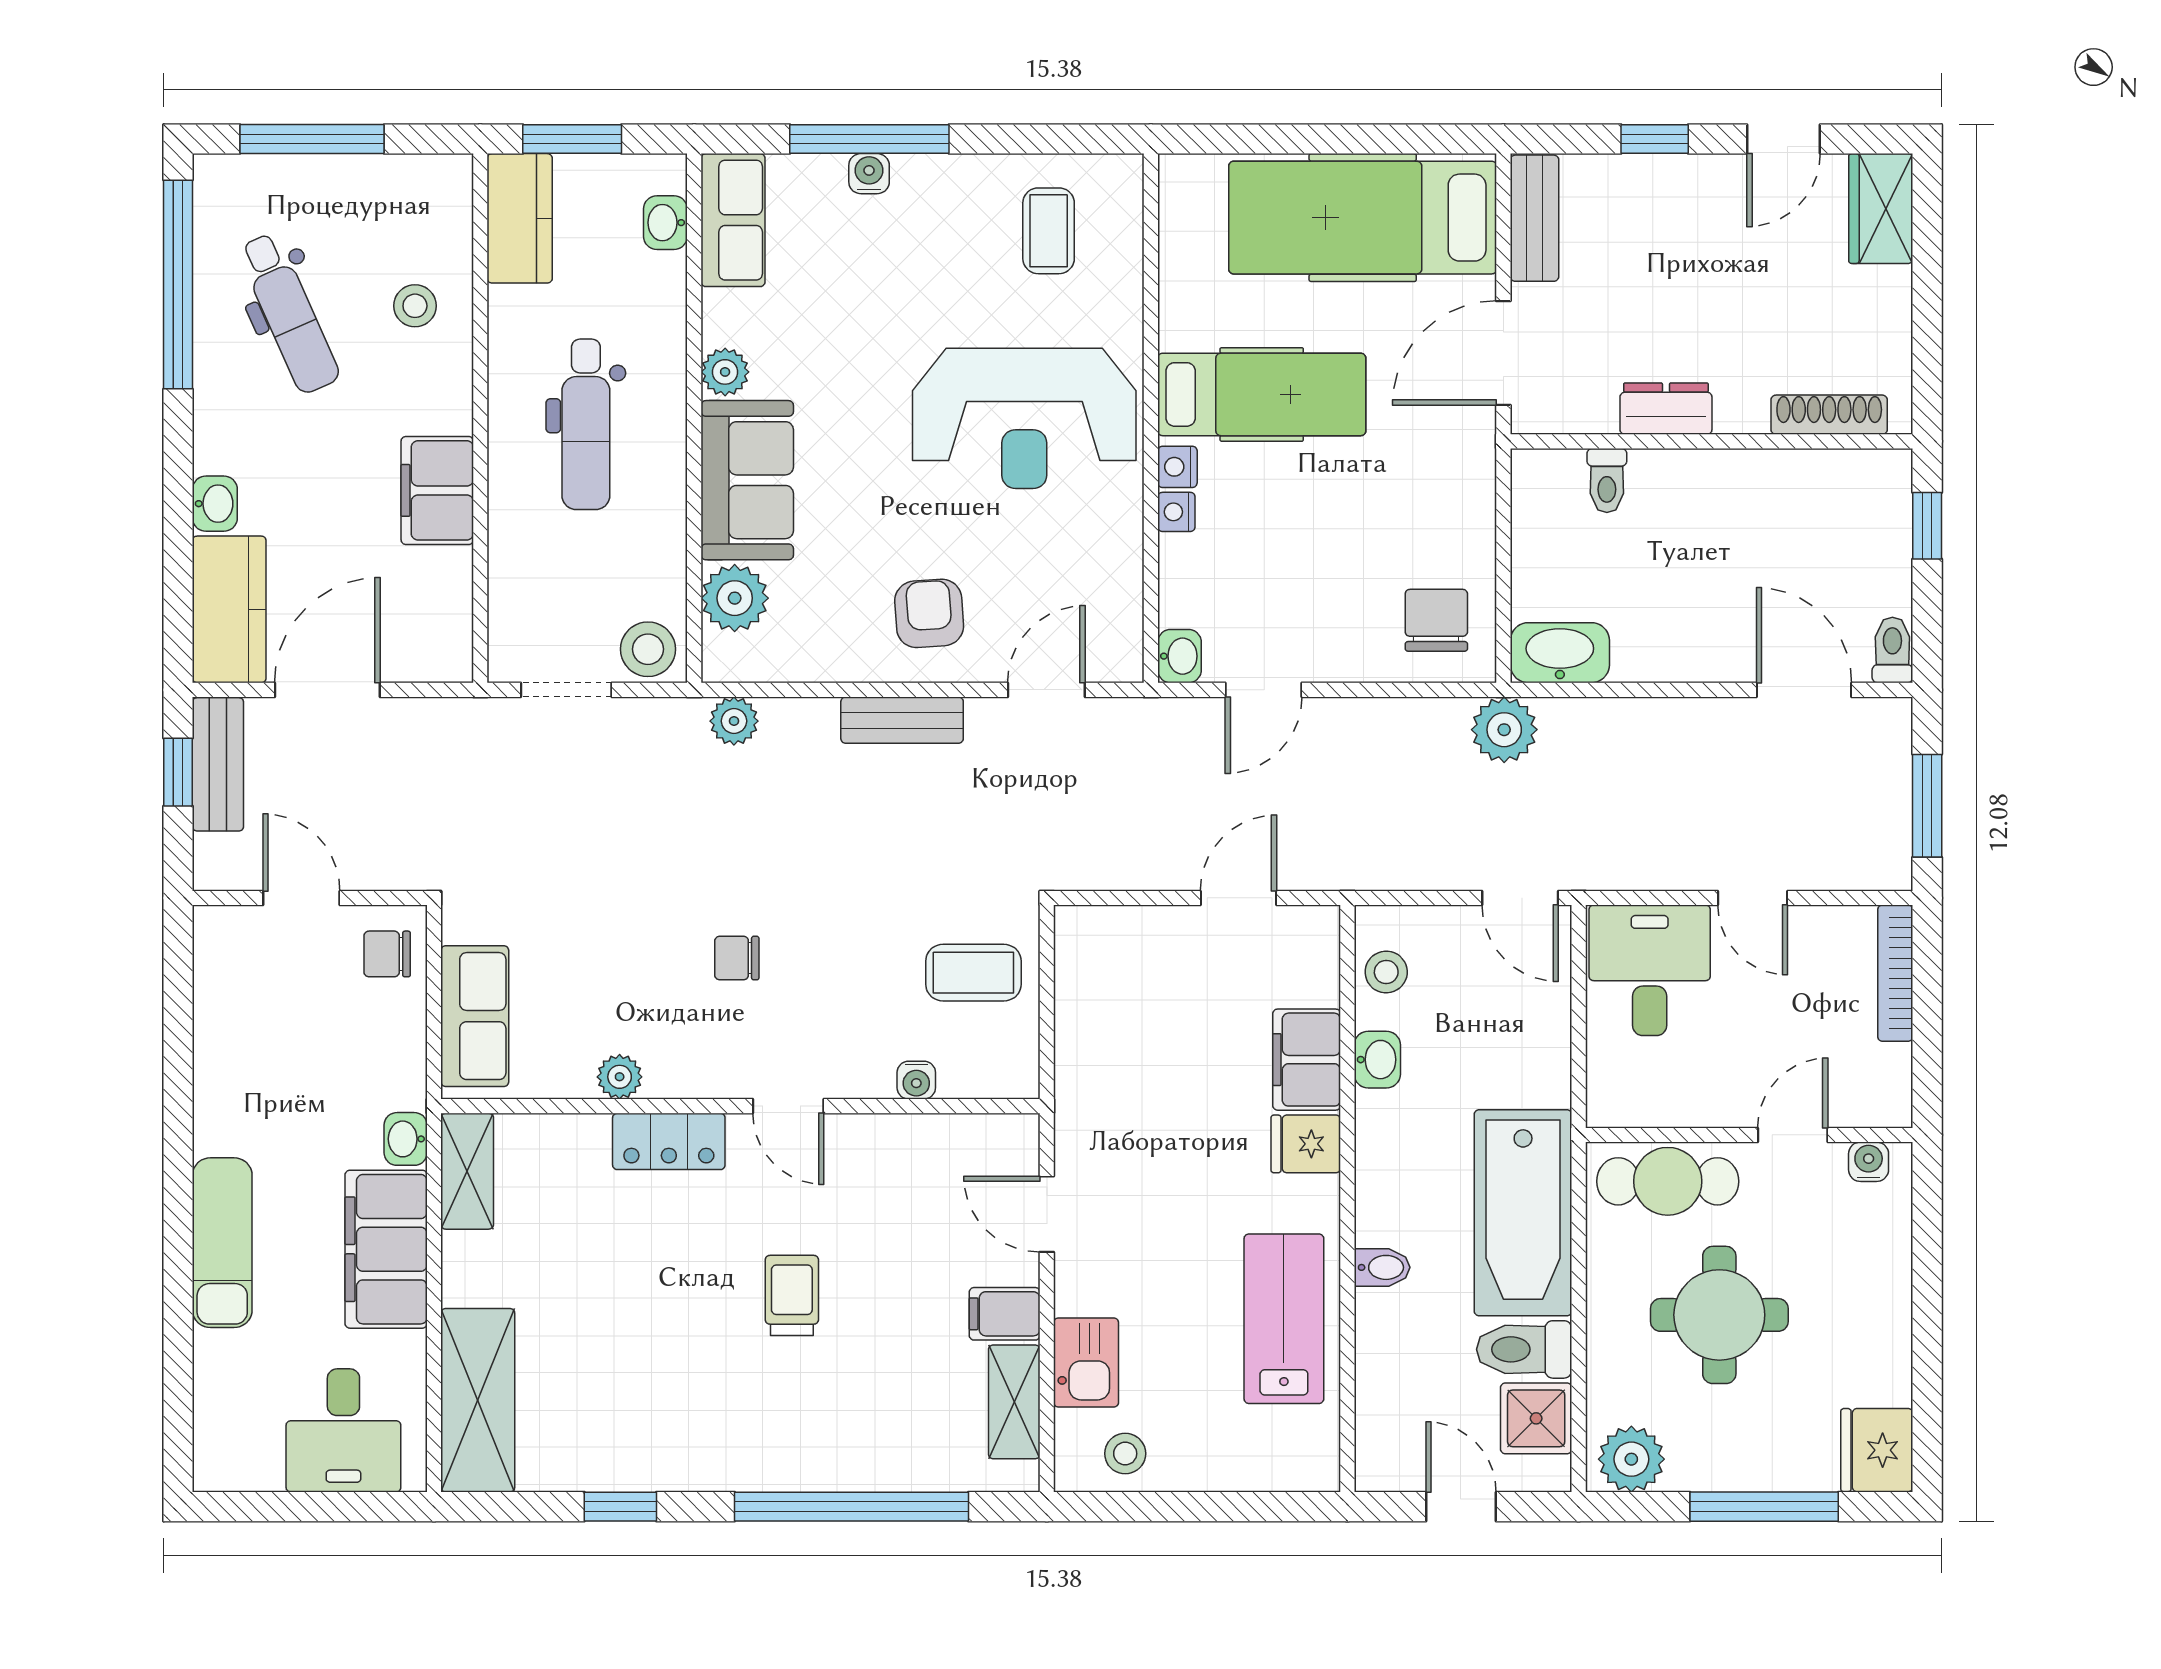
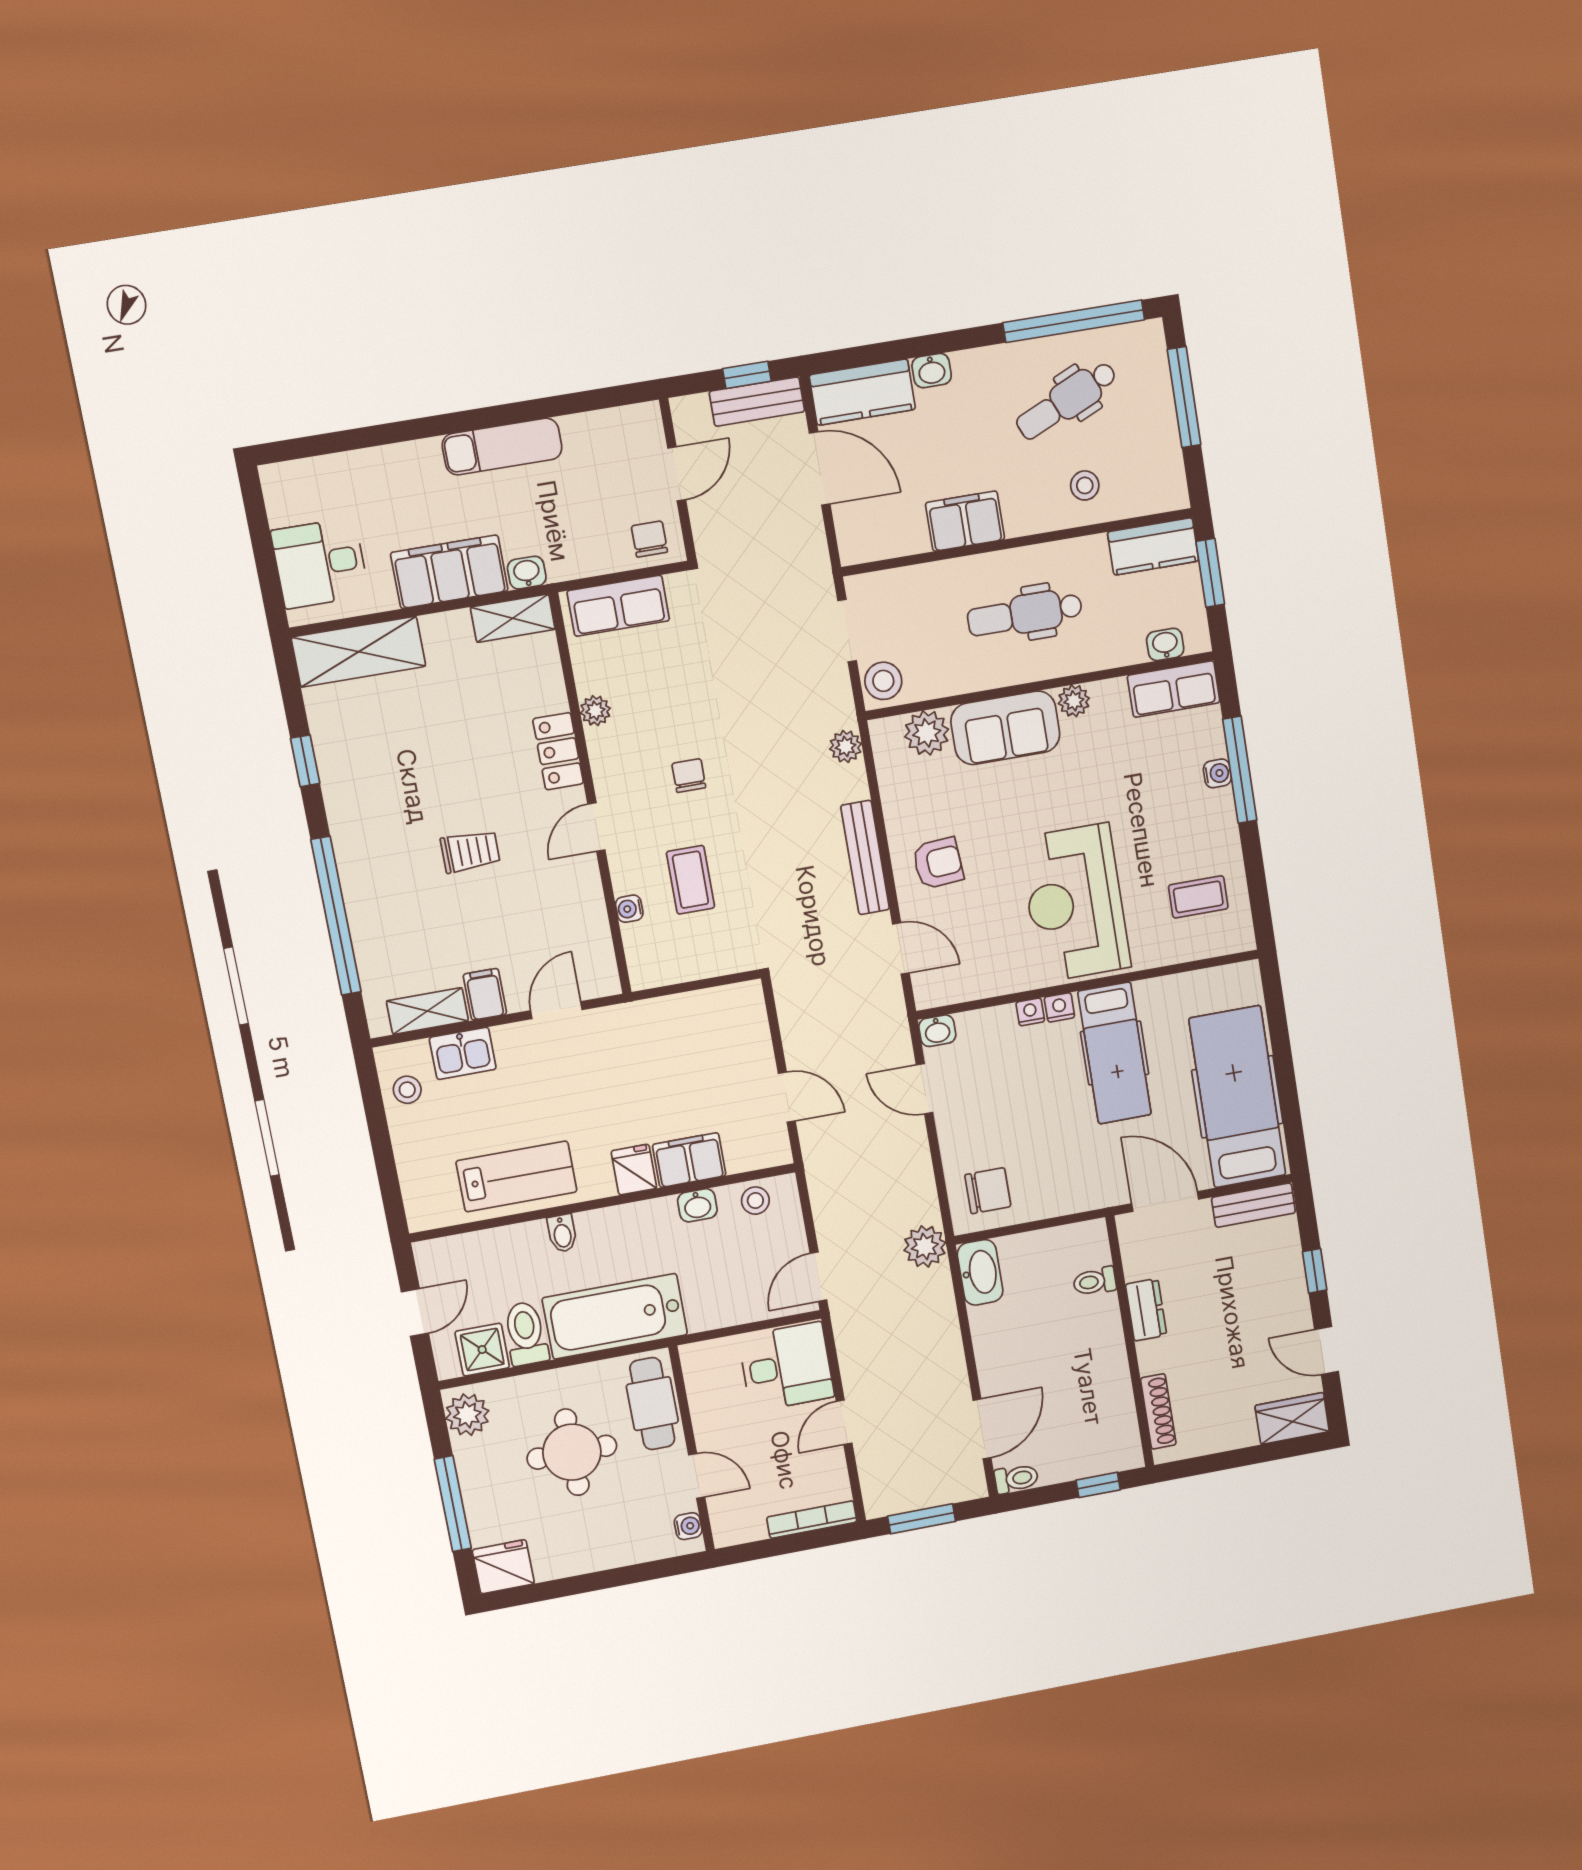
bench: (902, 720) -> (865, 858), width x1.36
coffee table: (973, 973) -> (690, 880), moved
exam couch: (222, 1243) -> (502, 447), moved

